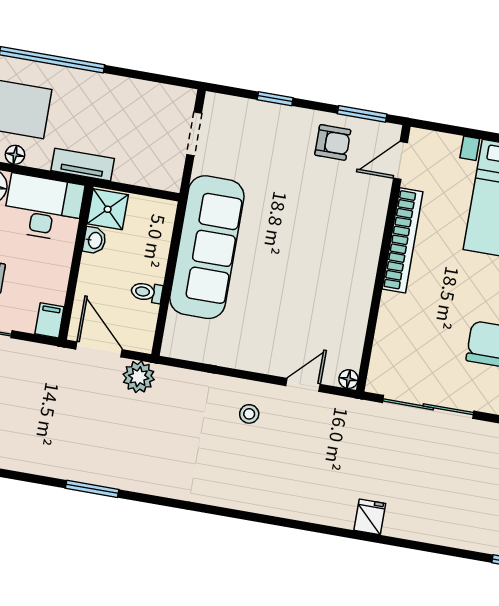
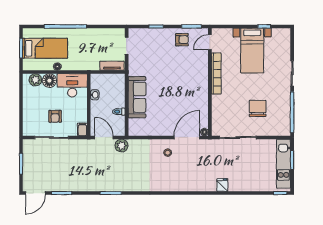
tv unit: (83, 165) -> (112, 66), moved
shower: (108, 209) -> (98, 82), removed
sofa: (207, 247) -> (137, 97), width x0.74, depth x0.79
door: (303, 385) -> (187, 137), width x1.87

